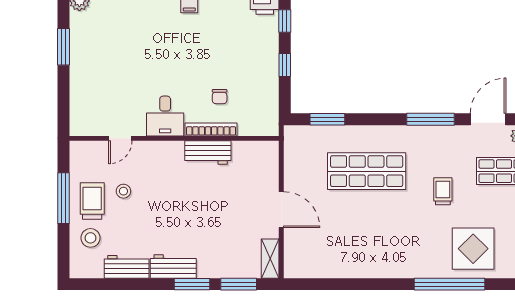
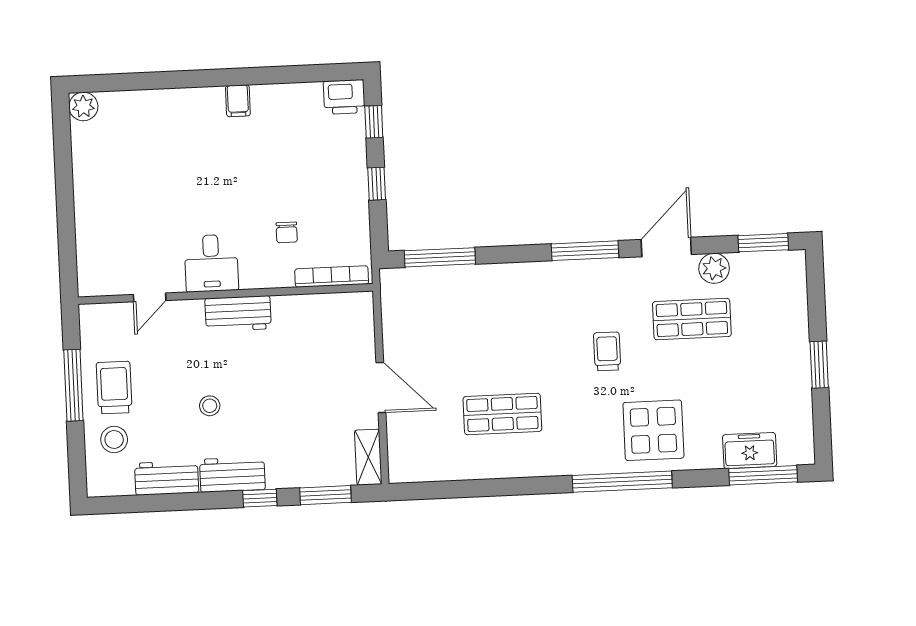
window: (63, 47) -> (64, 172), removed
window: (327, 119) -> (440, 257), width x1.44
bookcase: (211, 129) -> (332, 277), moved
workbench: (208, 153) -> (238, 314), moved
shop shelf: (367, 171) -> (502, 414), moved, width x0.70, depth x0.74
stool: (123, 191) -> (210, 406), moved
window: (192, 284) -> (260, 498), width x0.67

